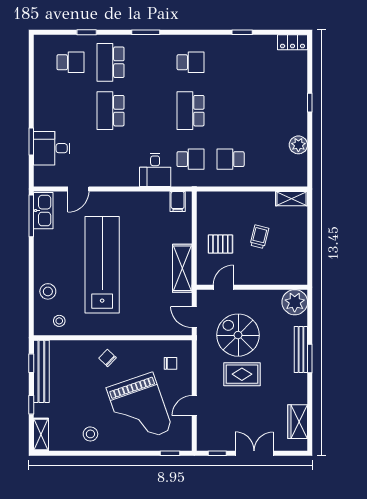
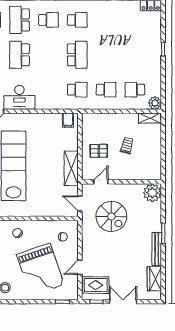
school desk: (151, 62) -> (48, 20), added
school desk: (191, 111) -> (77, 55), turned 180
plant: (298, 145) -> (155, 103), moved
school desk: (231, 159) -> (106, 90), turned 180
school desk: (271, 159) -> (135, 90), added
desk: (155, 170) -> (19, 97), moved, width x1.37
spiral stairs: (238, 335) -> (111, 216), turned 180
bench: (301, 350) -> (157, 249), moved
rug: (242, 374) -> (96, 285), moved

